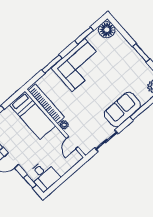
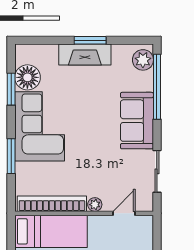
floor lamp: (107, 30) -> (27, 77), moved
fireplace: (132, 56) -> (85, 54), added
door: (72, 143) -> (124, 213), swing flipped

